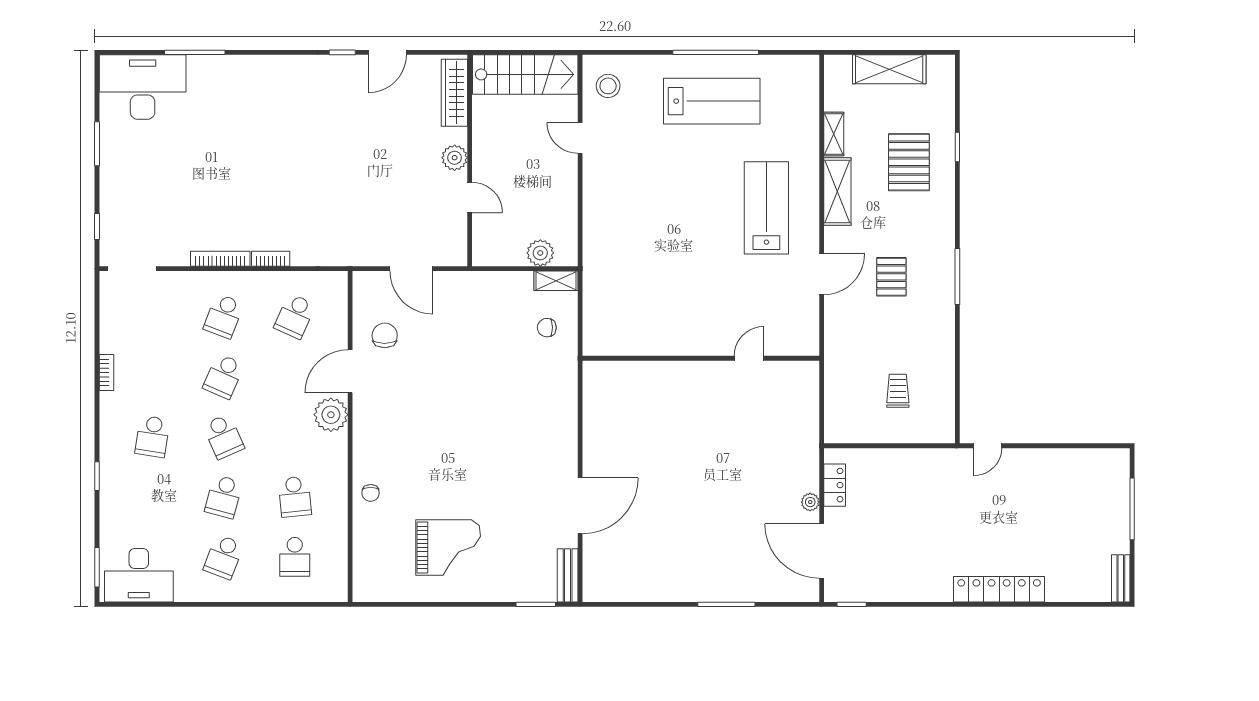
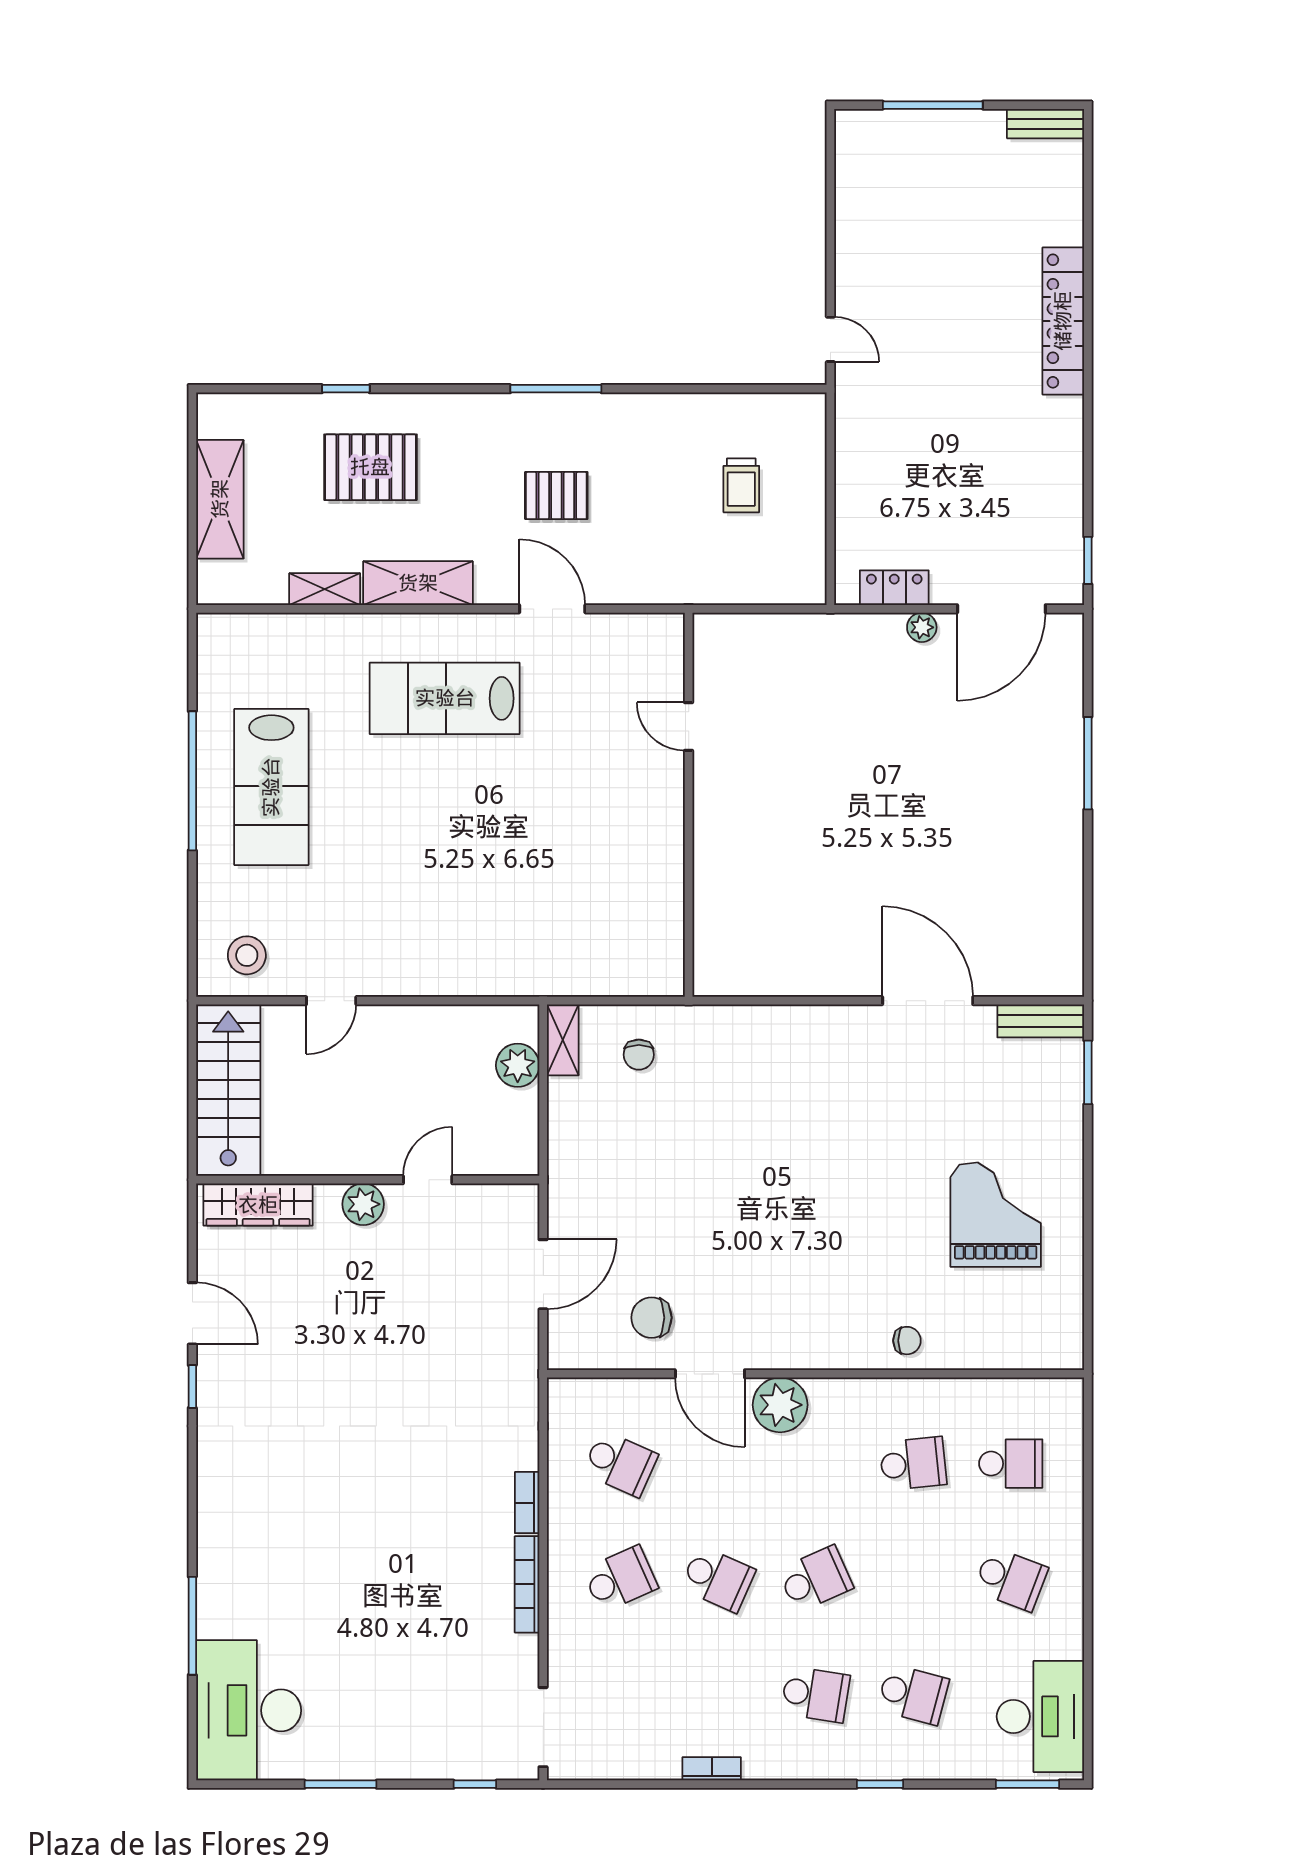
lab bench: (712, 101) -> (271, 787), turned 180
school desk: (224, 316) -> (620, 1579), turned -45
trolley: (898, 391) -> (741, 485), turned -90
school desk: (224, 497) -> (913, 1694), moved

